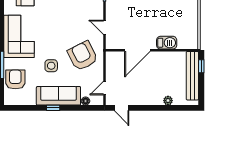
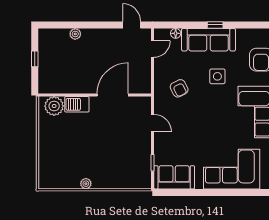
plant: (185, 41) -> (54, 106), added
armchair: (83, 56) -> (179, 88), width x0.53, depth x0.53
window: (201, 66) -> (35, 59), moved
bench: (192, 76) -> (46, 64), removed

